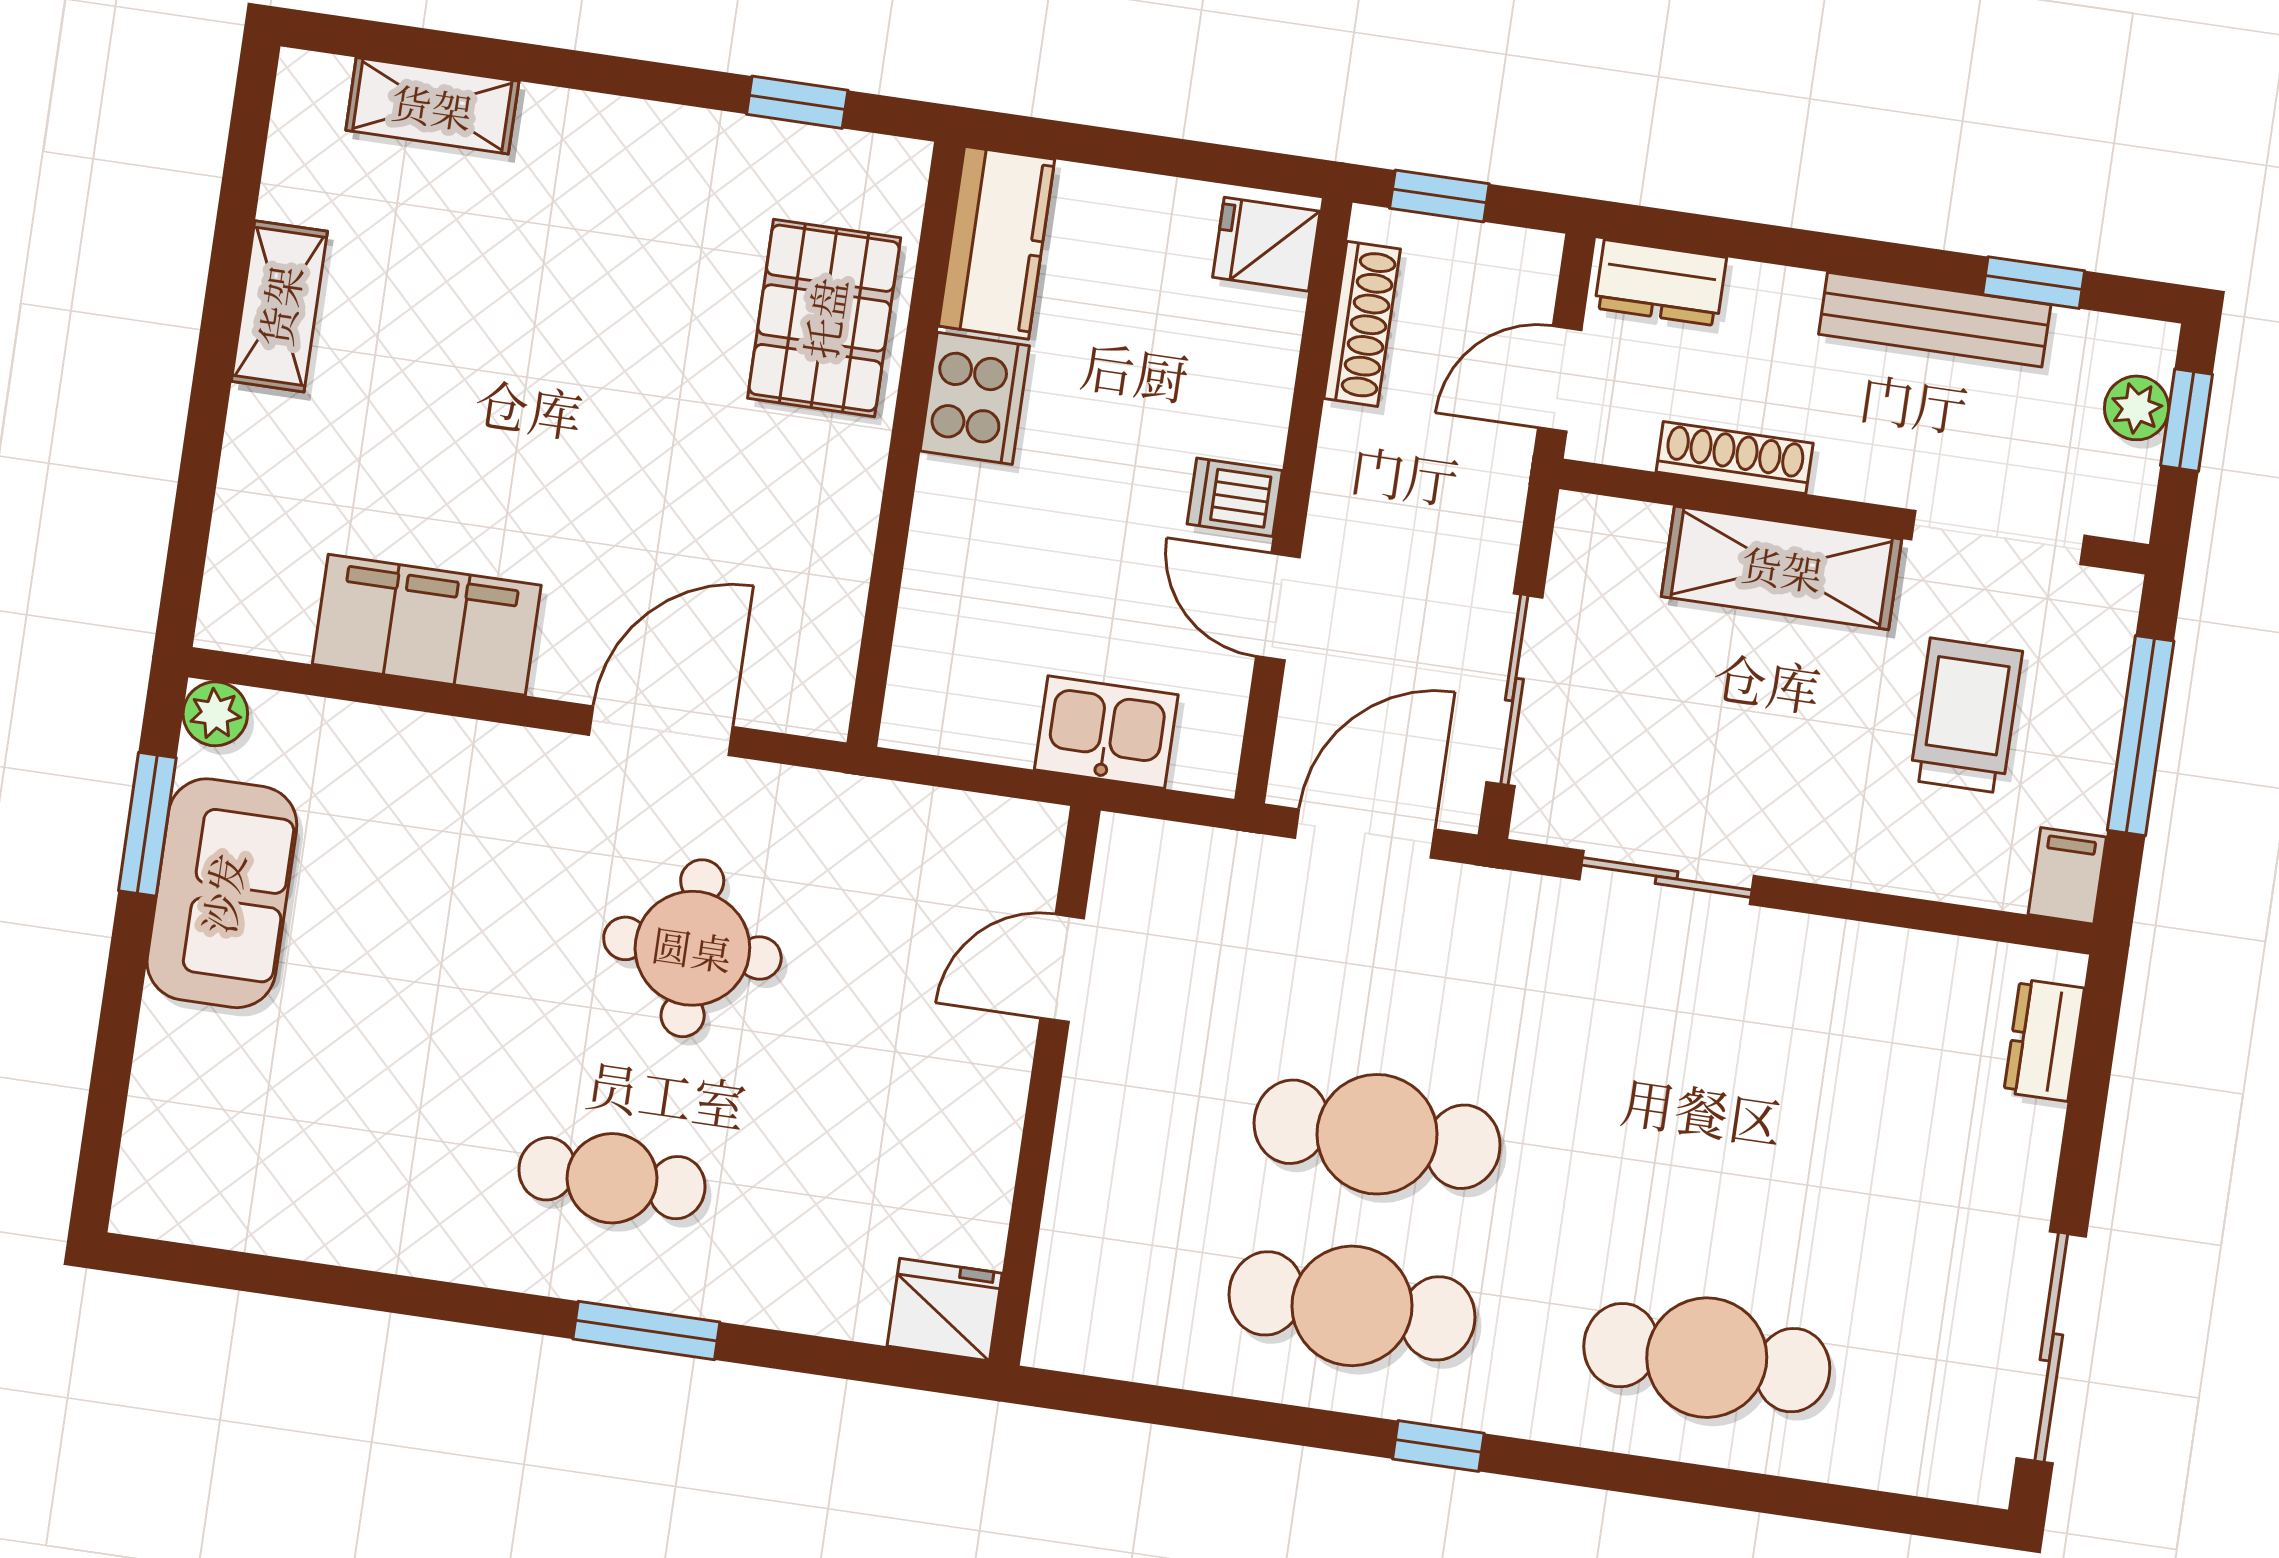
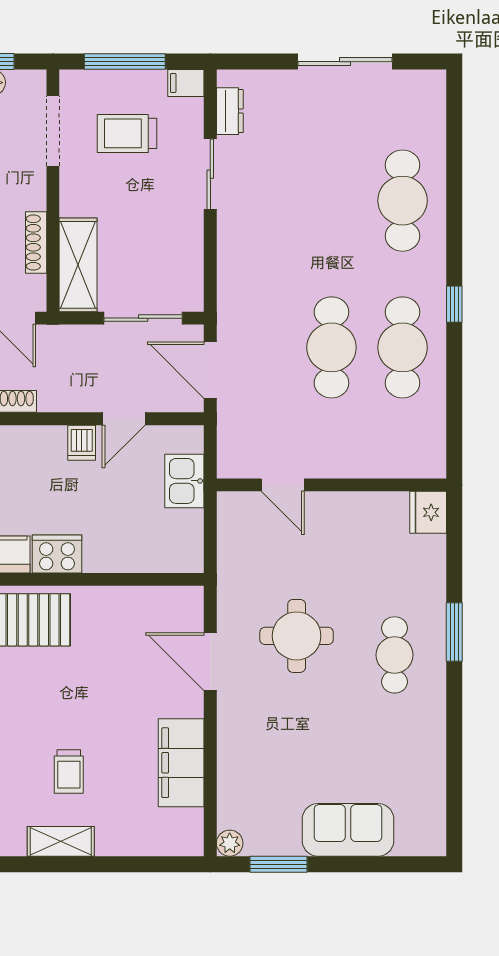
trolley: (445, 350) -> (69, 772), added
shelving: (1782, 568) -> (78, 265), moved
sliding door: (1667, 878) -> (210, 174), moved
sofa: (222, 893) -> (348, 830), moved
dresser: (2044, 1040) -> (230, 111), moved, turned -90
sliding door: (2051, 1347) -> (345, 62), moved

